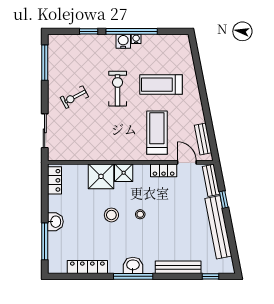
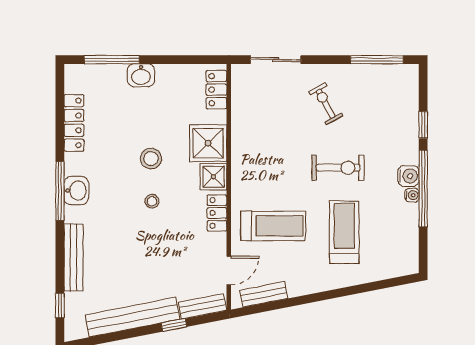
locker: (164, 170) -> (217, 213), moved
locker: (54, 180) -> (216, 90), moved, turned 90

